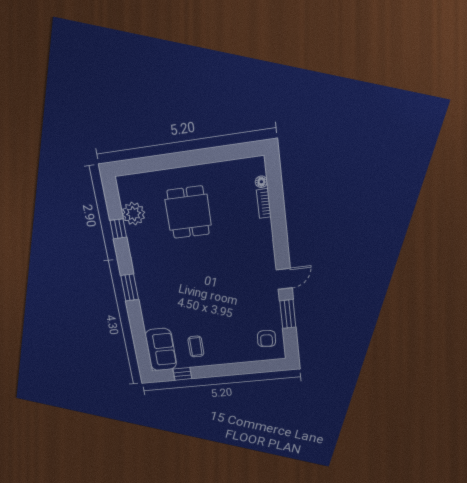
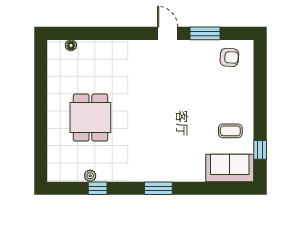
bookcase: (264, 203) -> (91, 45), removed
dining table: (188, 212) -> (90, 118), turned 90
plant: (134, 214) -> (90, 176), width x0.53, depth x0.53

